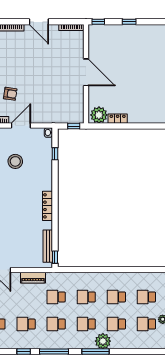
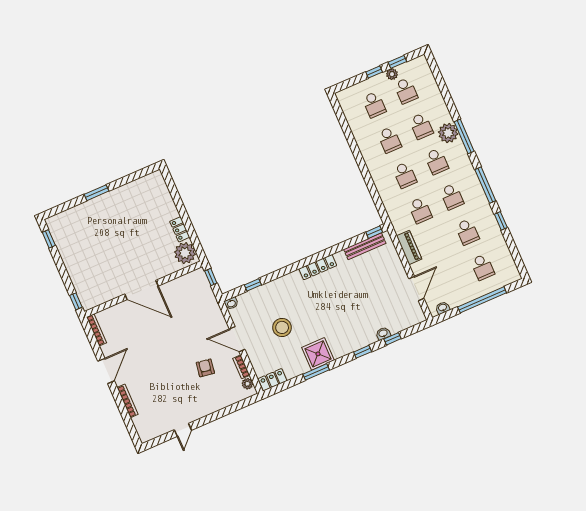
window: (129, 22) -> (49, 239), moved
door: (86, 72) -> (141, 290), swing flipped

